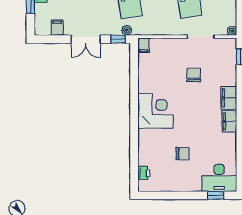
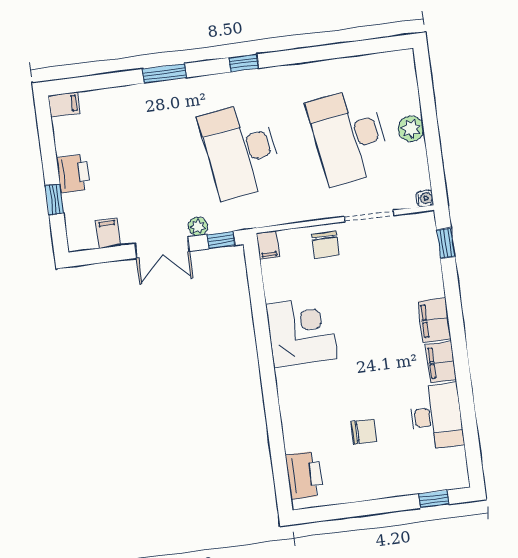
plant: (127, 30) -> (198, 226), moved
chair: (194, 75) -> (325, 245), moved, turned 180
corner desk: (156, 111) -> (301, 332), moved
printer: (144, 173) -> (304, 475), width x1.87, depth x1.48
desk: (219, 178) -> (436, 416), moved, turned -90

